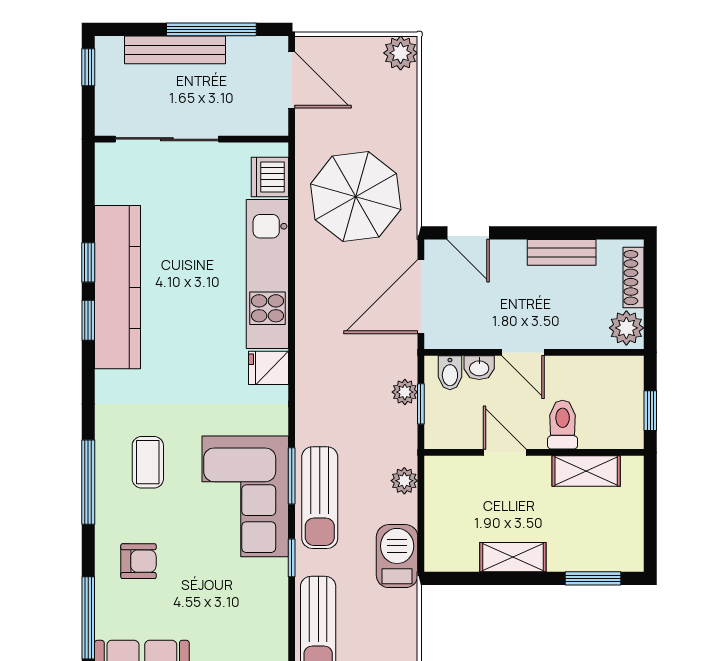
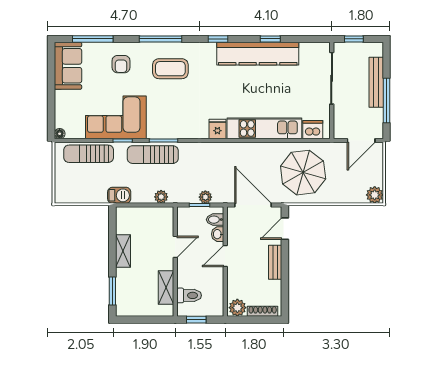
window: (88, 67) -> (354, 39), moved
bench: (562, 252) -> (275, 262), moved
window: (88, 320) -> (218, 39), moved
toilet: (563, 425) -> (189, 295), moved
coffee table: (148, 462) -> (170, 69), width x1.36, depth x1.30
corner sofa: (245, 496) -> (116, 117), moved
barbecue: (397, 556) -> (119, 195), width x0.73, depth x0.79

